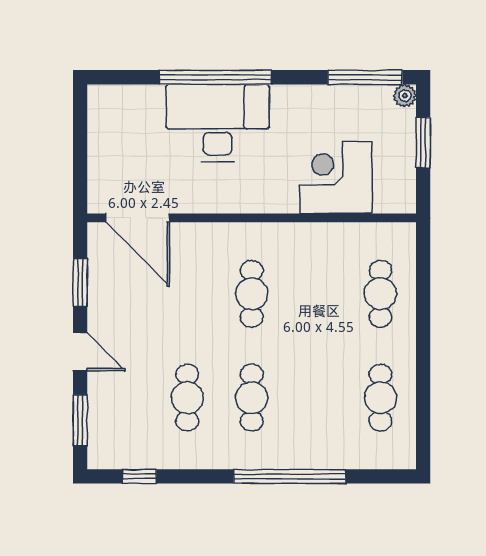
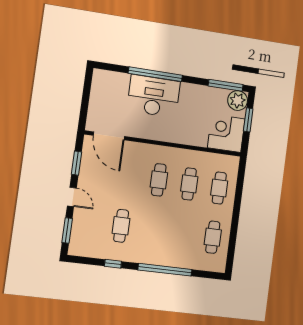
plant: (405, 96) -> (238, 101), width x1.88, depth x1.88
corner desk: (336, 178) -> (226, 133), moved
cafe table: (252, 398) -> (189, 184), moved
window: (139, 476) -> (113, 264), moved

